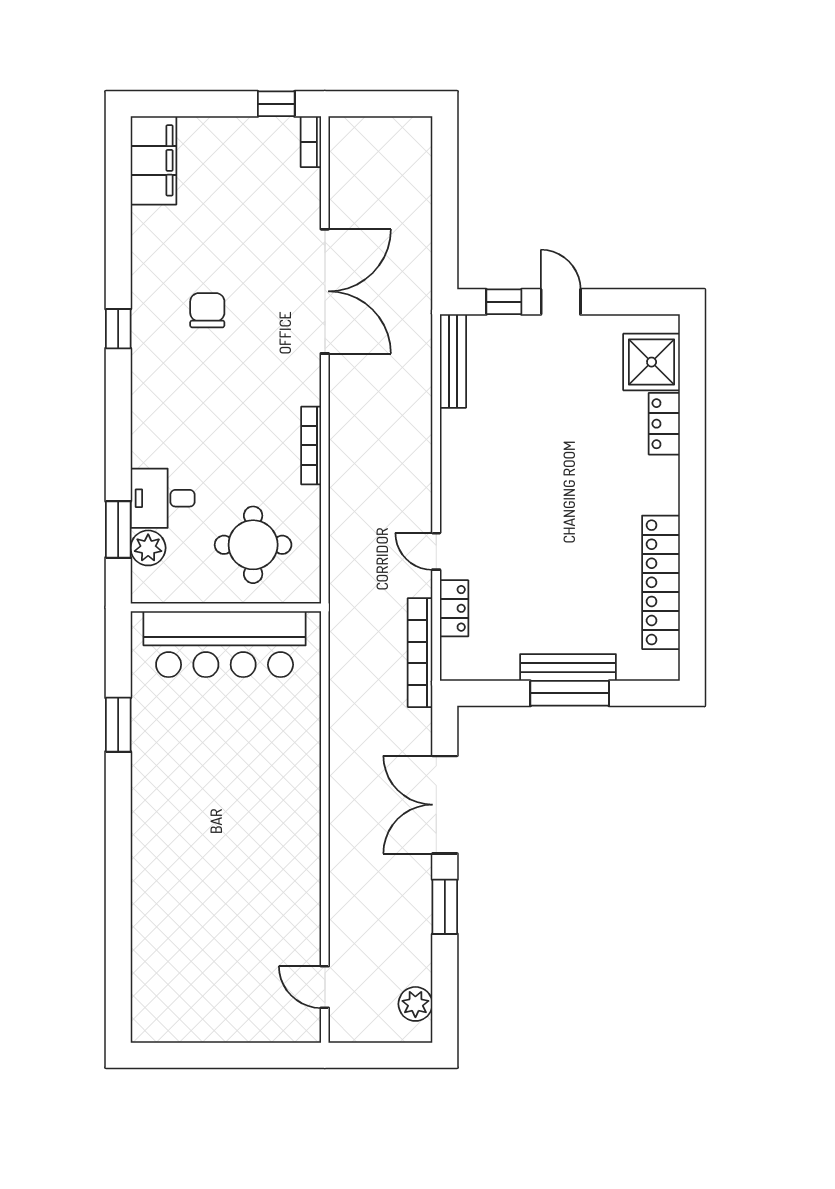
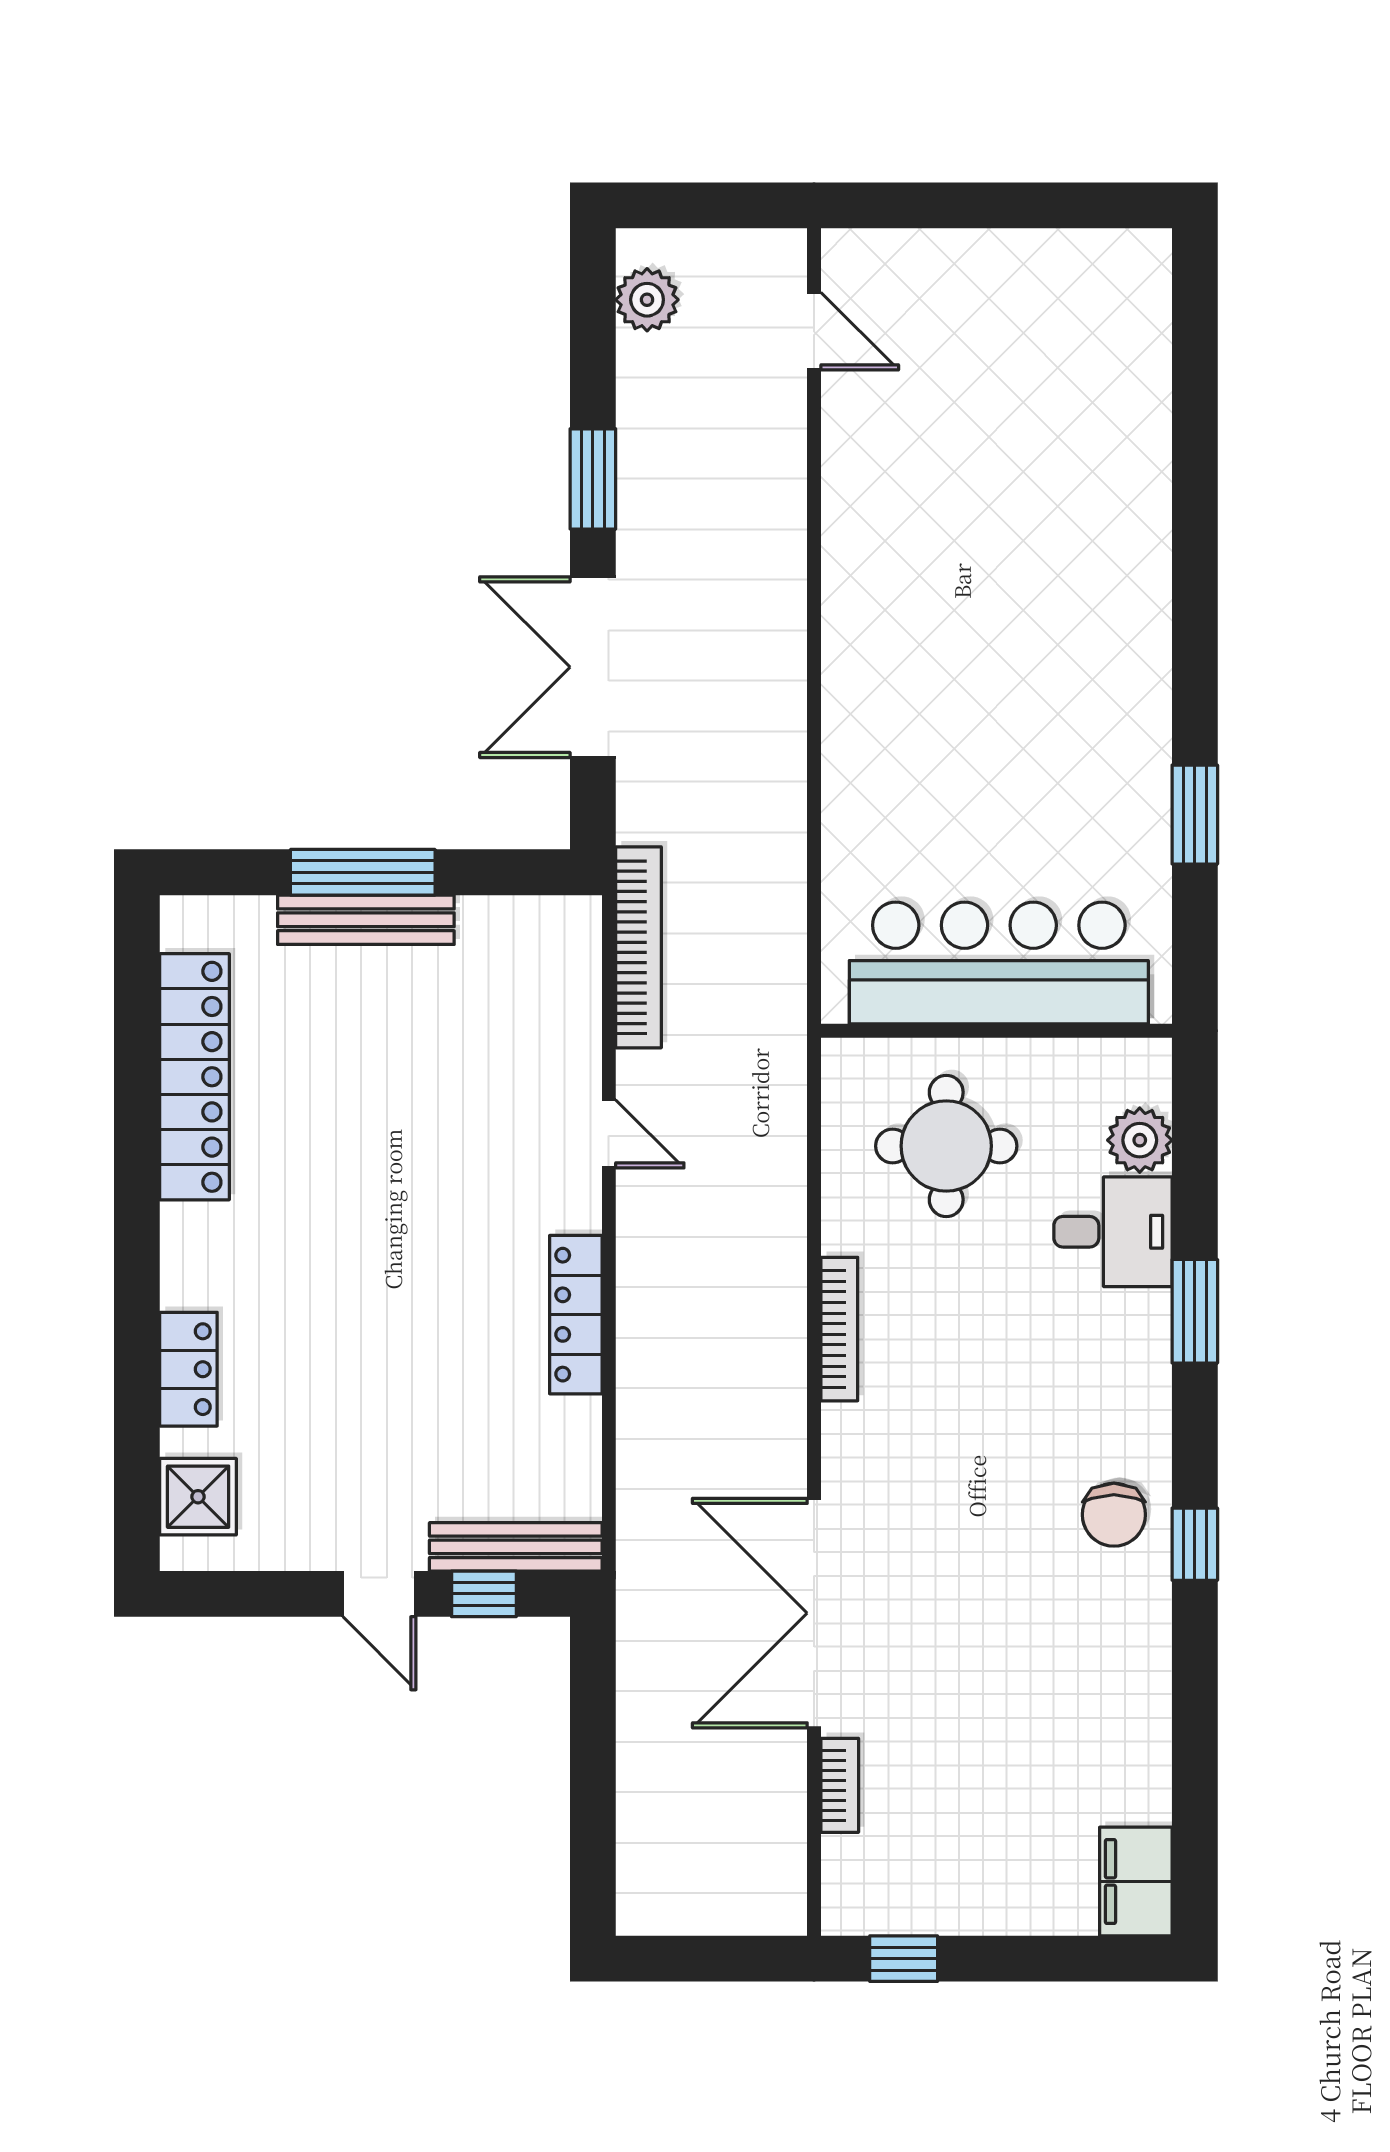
bookcase: (311, 142) -> (840, 1785), moved
filing cabinet: (153, 160) -> (1136, 1882), width x0.67, depth x0.86
chair: (207, 310) -> (1114, 1515), moved
bench: (453, 361) -> (516, 1547), moved, turned 90
shower: (652, 362) -> (198, 1497), width x0.73, depth x0.73
window: (118, 529) -> (1195, 1311), moved
locker: (454, 608) -> (576, 1315), moved, width x1.53
double door: (445, 805) -> (593, 667), swing flipped

